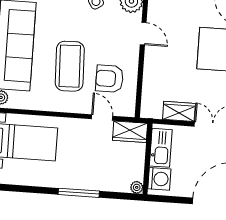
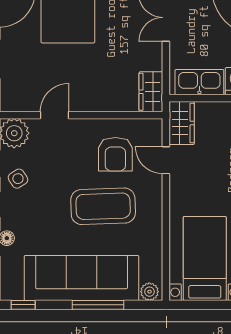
wardrobe: (179, 111) -> (151, 92), moved
door: (102, 117) -> (166, 160), hinge flipped

